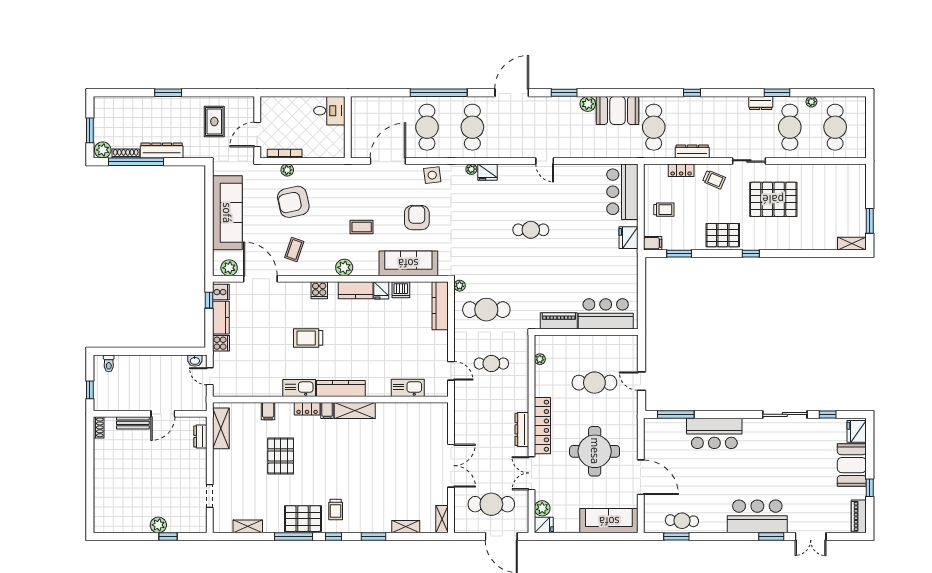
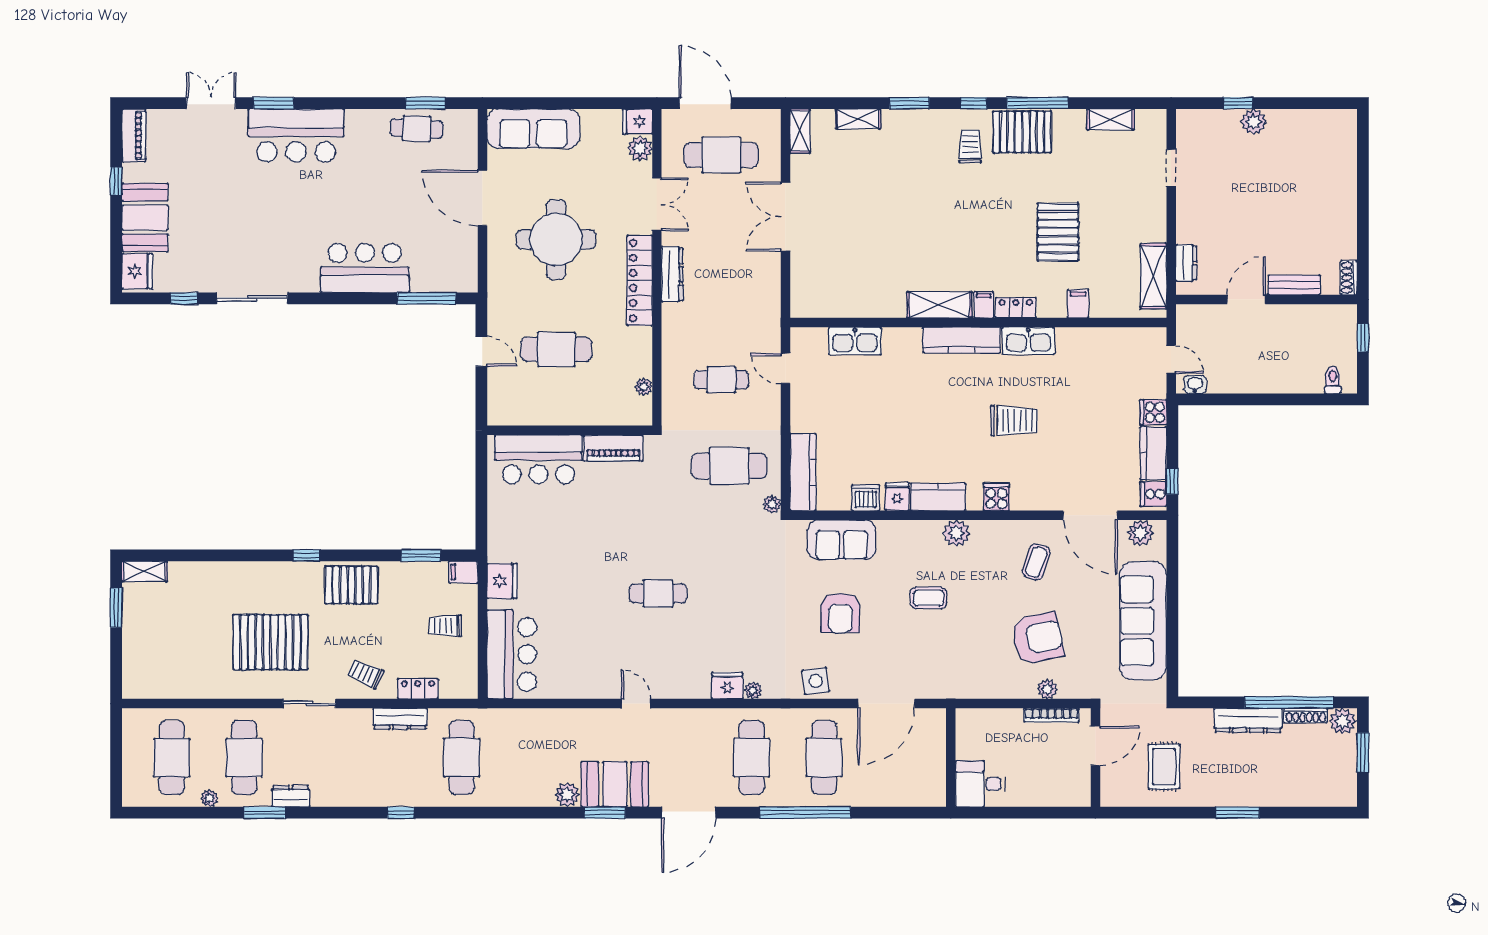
booth: (618, 110) -> (615, 784), moved
sofa: (408, 263) -> (841, 540), width x0.73

